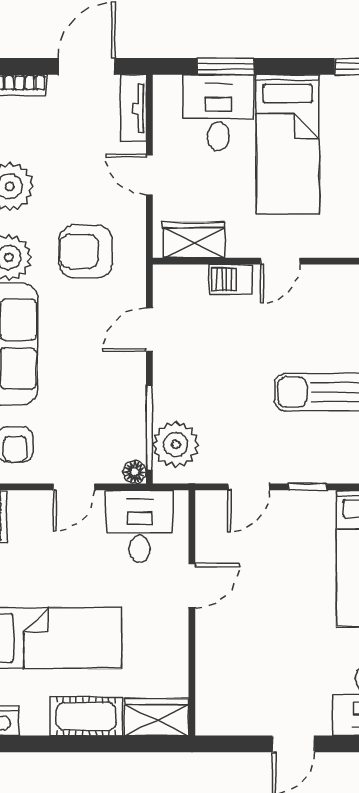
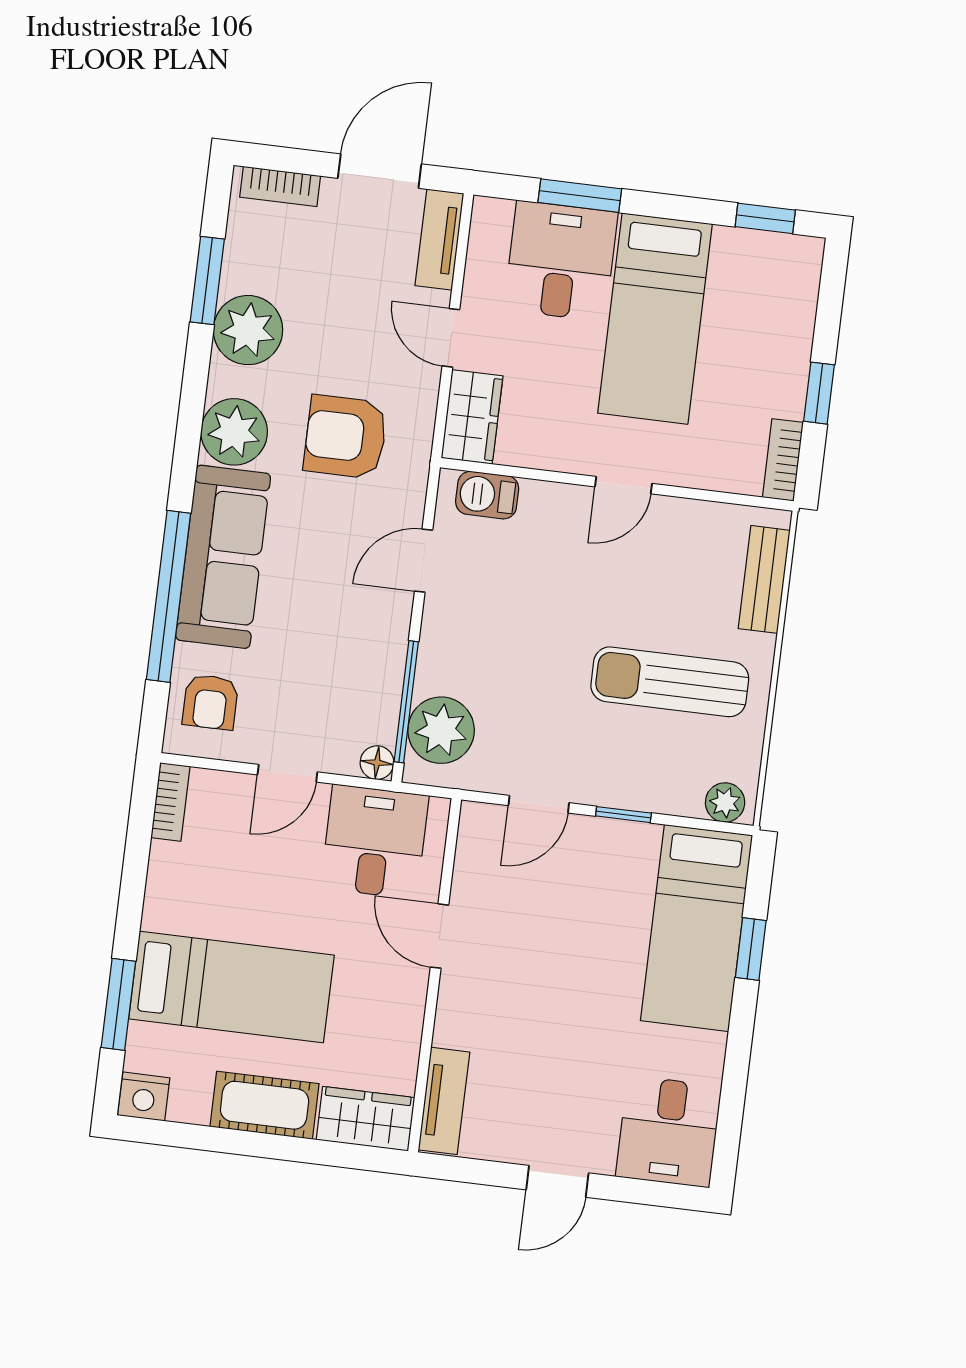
wardrobe: (194, 240) -> (472, 417), moved, turned 90
barbecue: (231, 279) -> (487, 495), moved
door: (192, 586) -> (440, 936), swing flipped
tv unit: (209, 698) -> (444, 1101), added

